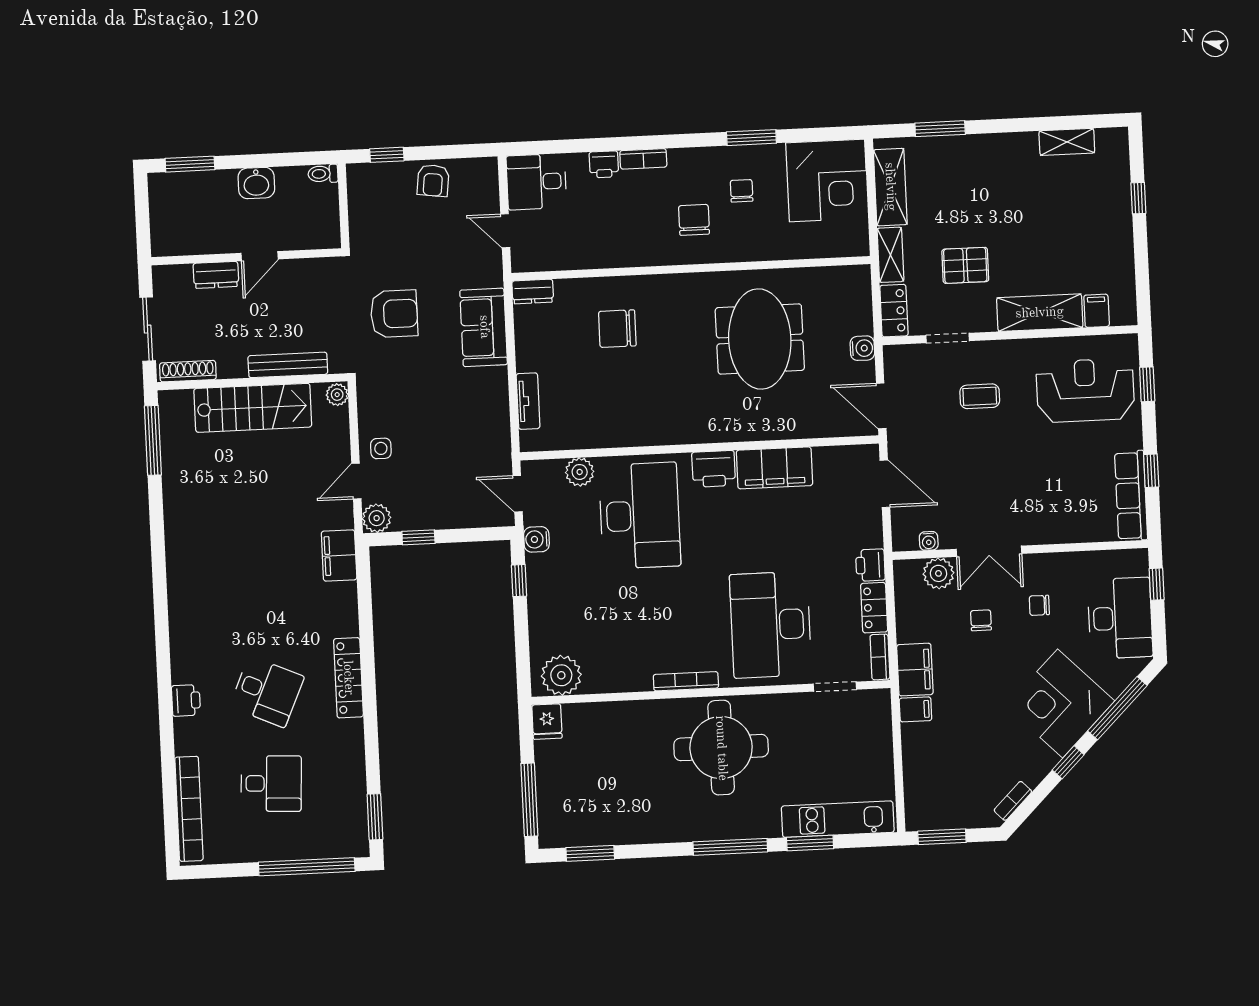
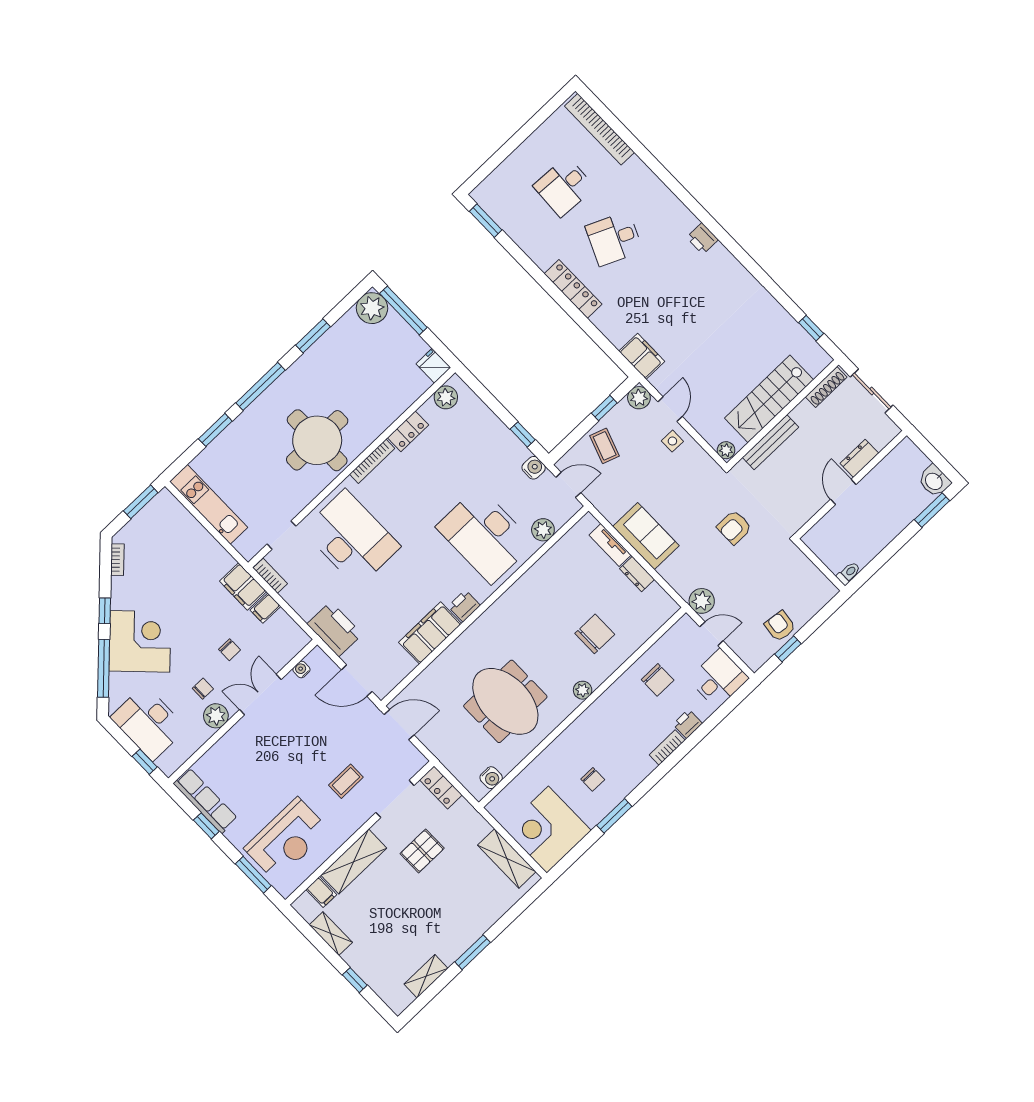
window: (940, 129) -> (473, 952), moved
window: (387, 155) -> (788, 649), moved
washbasin: (256, 183) -> (934, 481), moved, turned -90
chair: (694, 220) -> (658, 680), moved
shelving: (890, 255) -> (331, 934), moved
plant: (487, 270) -> (702, 601), added
plant: (676, 285) -> (583, 690), added
dresser: (533, 292) -> (637, 574), moved, turned -90
armchair: (394, 314) -> (734, 527), width x0.72, depth x0.72
sofa: (484, 327) -> (646, 536), moved
doorway: (948, 338) -> (395, 799), width x1.38
water cooler: (862, 348) -> (491, 778), moved, turned -90
window: (1147, 384) -> (253, 875), width x1.50
window: (153, 440) -> (811, 328), width x0.46
printer: (714, 469) -> (464, 606), width x0.73, depth x0.81
coffee table: (450, 501) -> (605, 446), added
printer: (870, 565) -> (335, 629), width x1.87, depth x1.48
plant: (938, 573) -> (216, 716), moved
locker: (874, 608) -> (408, 431), moved, turned 90
plant: (561, 675) -> (446, 397), width x0.73, depth x0.73
printer: (186, 700) -> (702, 238), moved
filing cabinet: (915, 709) -> (265, 608), moved
kitchen unit: (838, 819) -> (209, 504), moved, turned -90
plant: (557, 828) -> (372, 308), added
window: (590, 853) -> (313, 336), moved
window: (307, 867) -> (500, 156), removed

